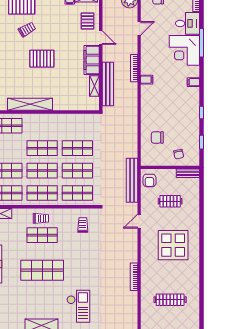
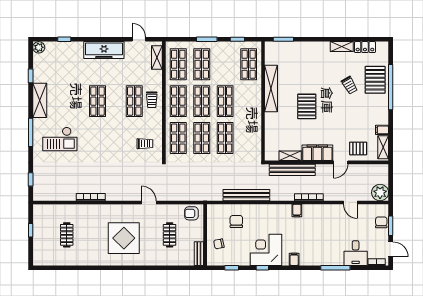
corner desk: (184, 50) -> (266, 250), moved
pallet: (42, 59) -> (307, 106), moved
bench: (132, 180) -> (246, 195), moved
shop shelf: (42, 270) -> (98, 101), width x0.70, depth x0.74
clothes rail: (170, 300) -> (67, 235), width x0.73

